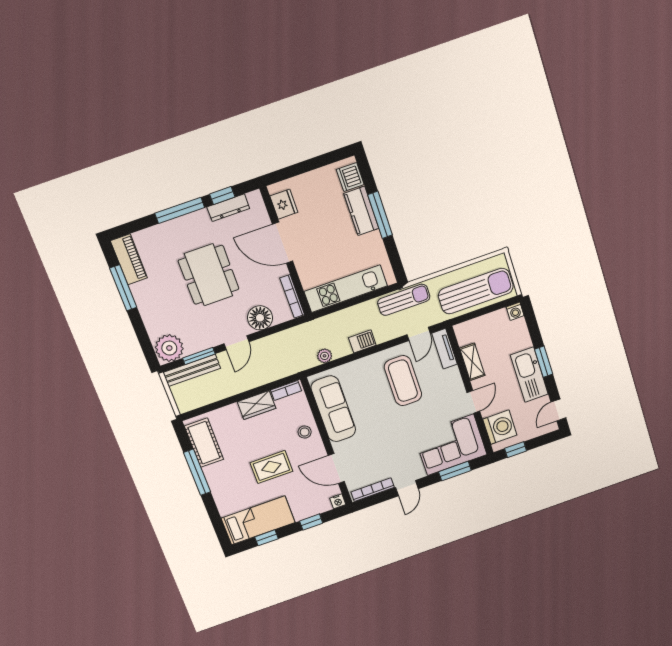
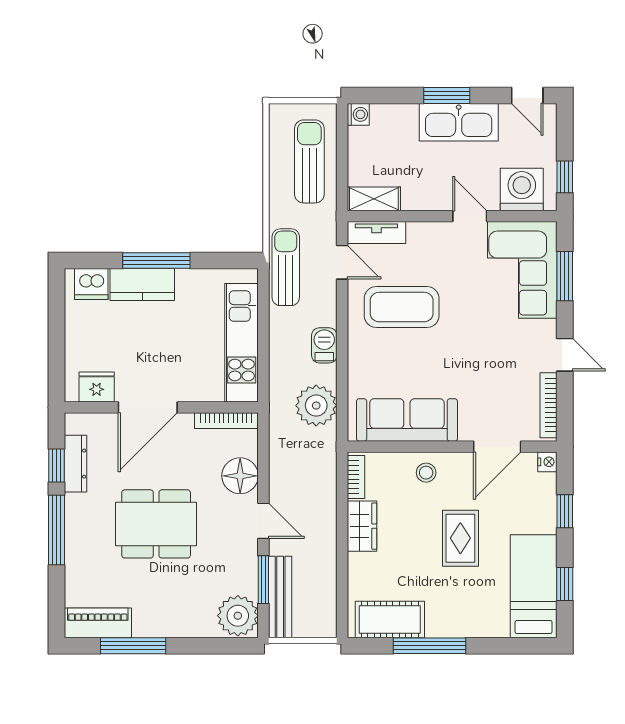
sun lounger: (476, 291) -> (309, 161), width x0.73, depth x0.75
plant: (325, 356) -> (316, 406), width x1.88, depth x1.88
shelving: (472, 362) -> (374, 199), moved

